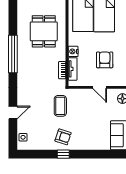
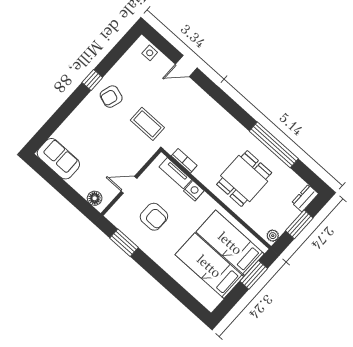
dining table: (44, 31) -> (244, 179), turned 90
window: (13, 54) -> (274, 145), moved
door: (13, 113) -> (186, 66), hinge flipped

